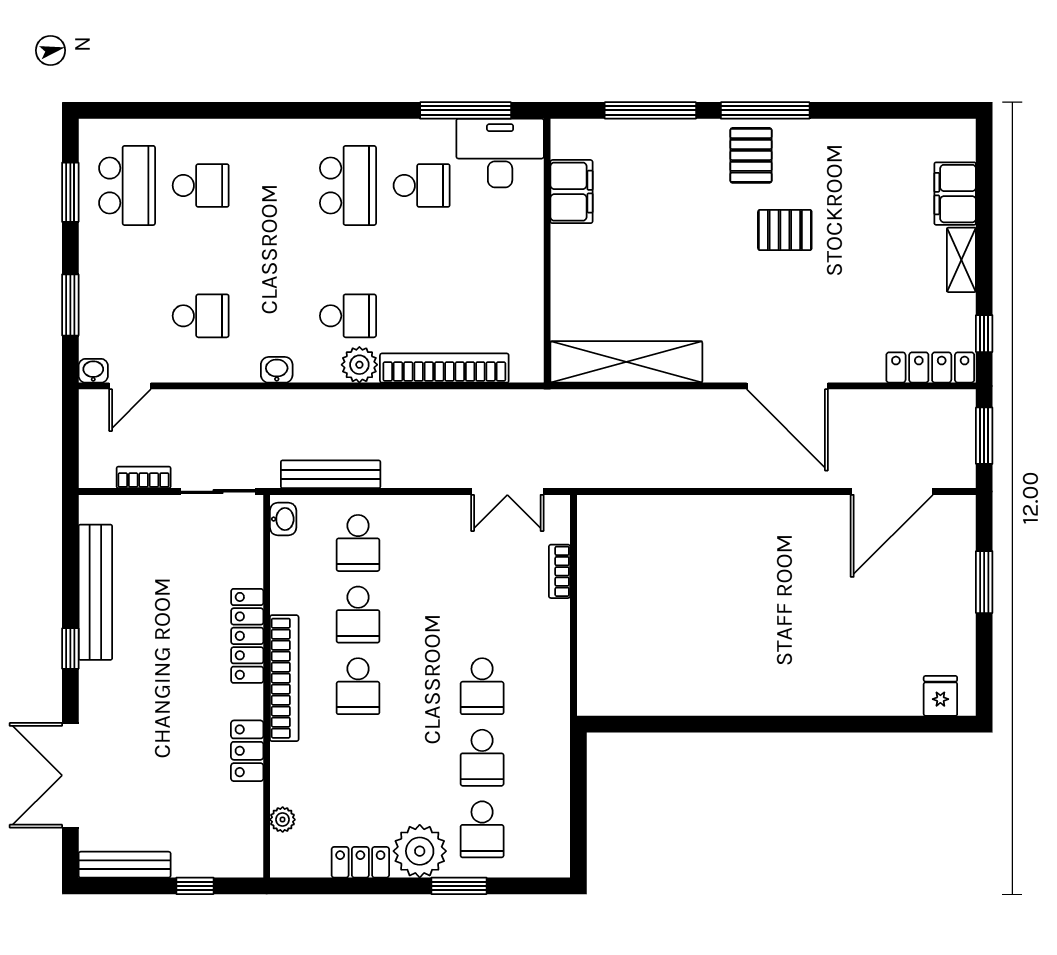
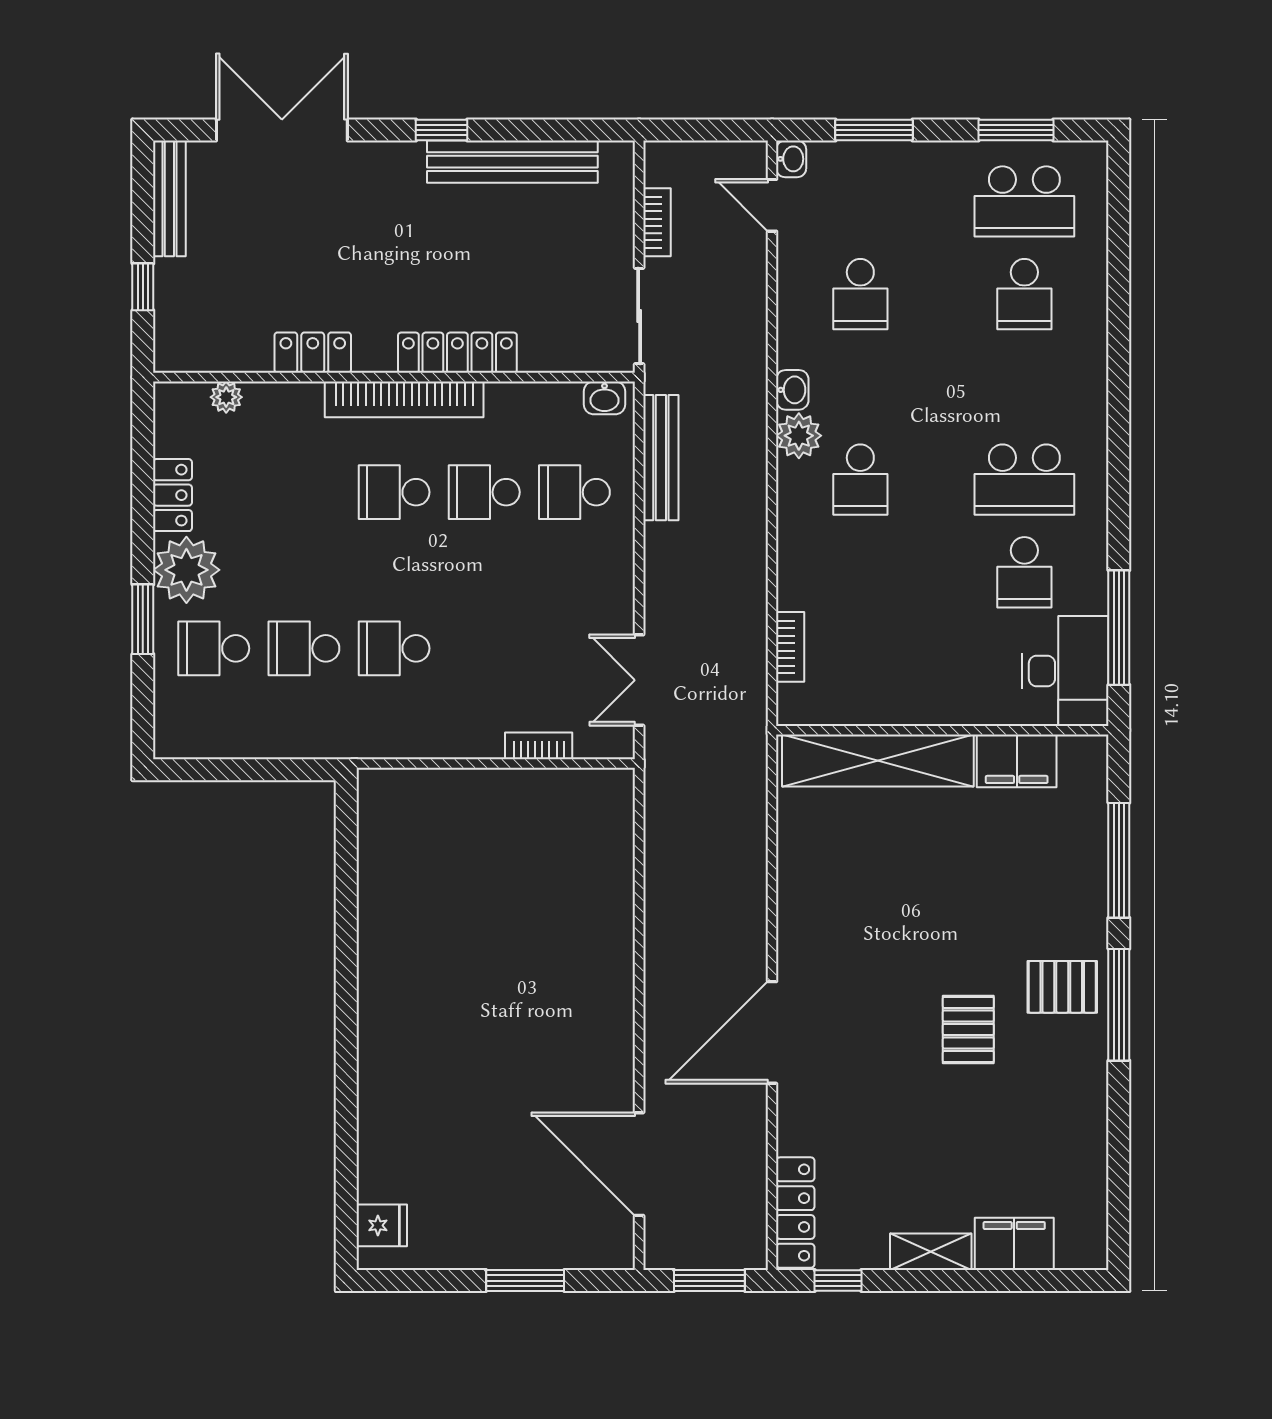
shelving: (626, 362) -> (878, 760), moved, turned 90
plant: (359, 365) -> (799, 436), moved
bookcase: (444, 368) -> (790, 647), width x0.43, depth x0.76

